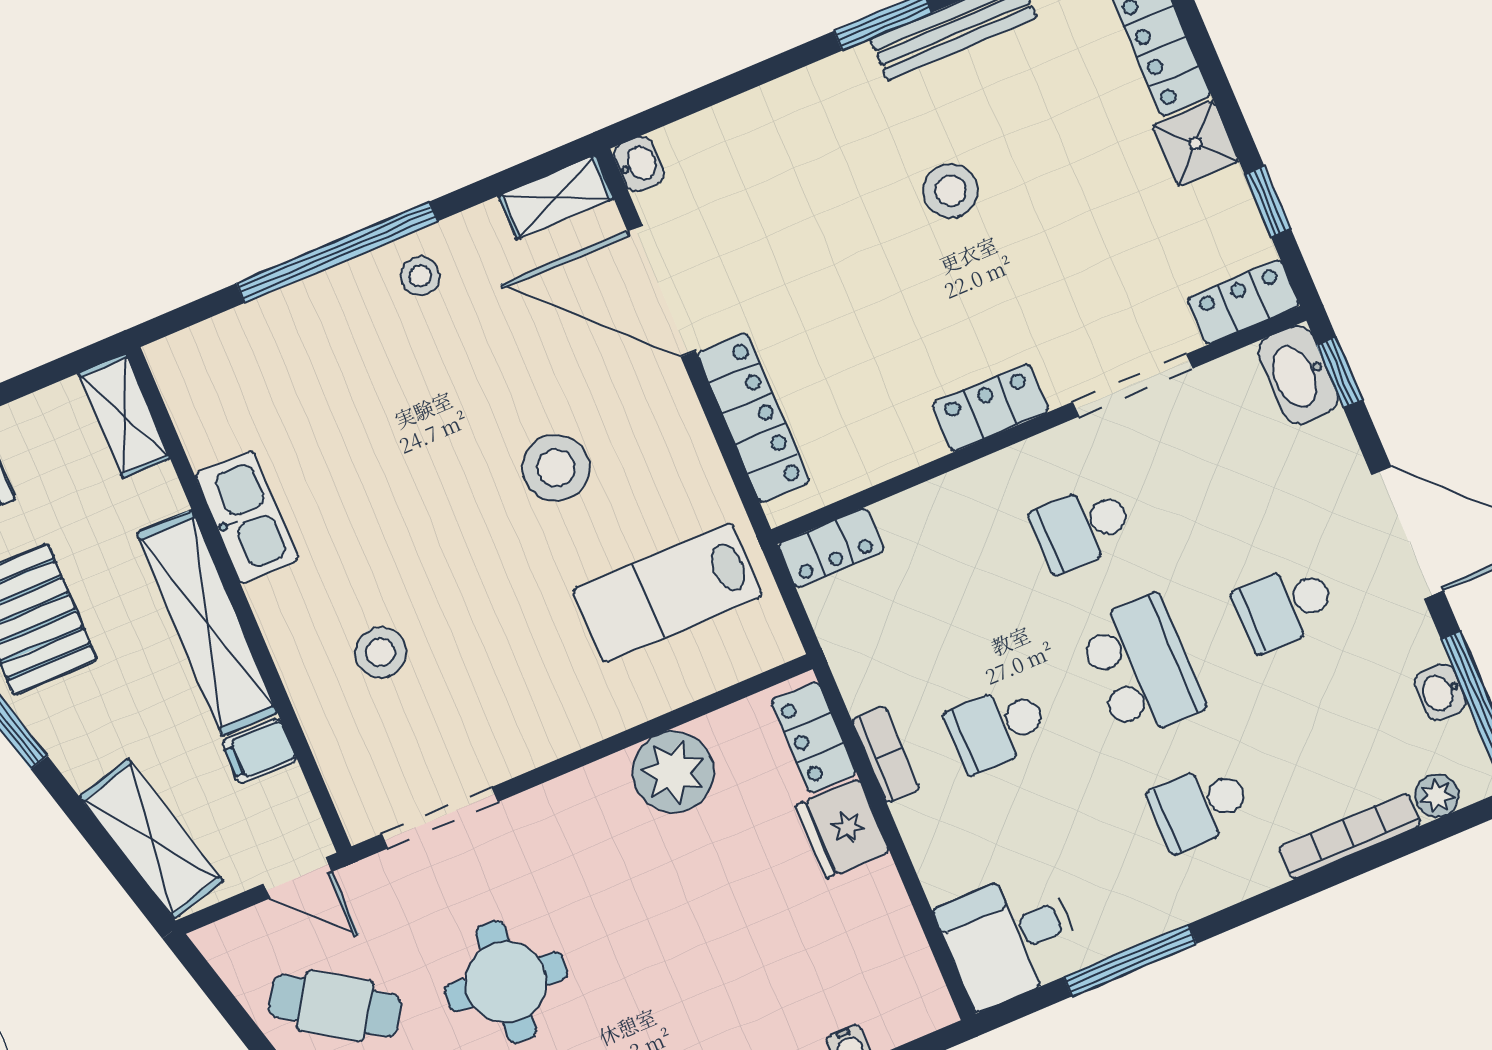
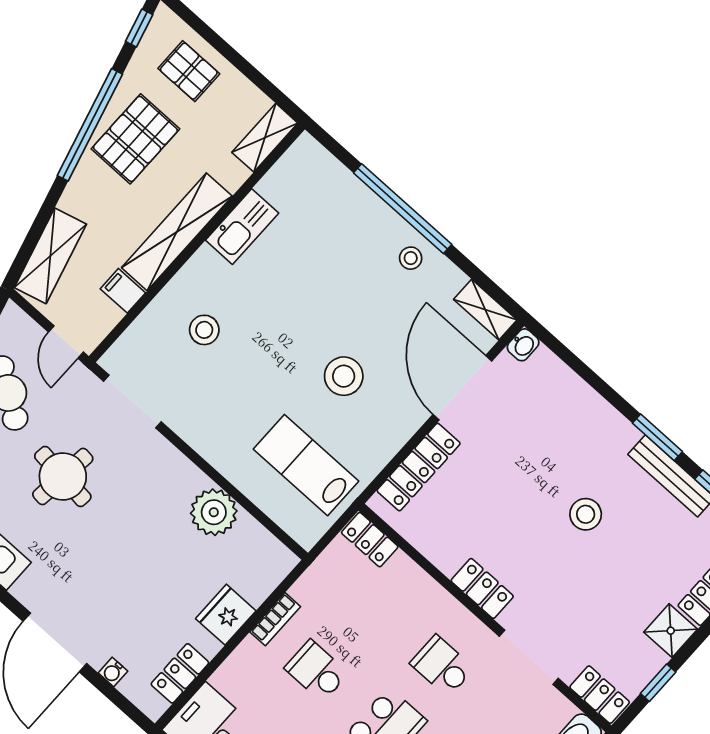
locker: (814, 737) -> (180, 673), moved

